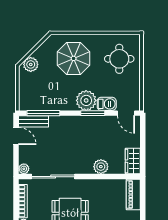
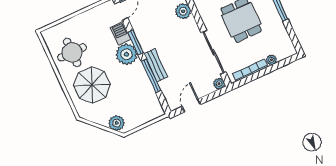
round table: (119, 59) -> (72, 52), moved
window: (43, 113) -> (151, 76), moved
bench: (33, 121) -> (156, 65), moved

